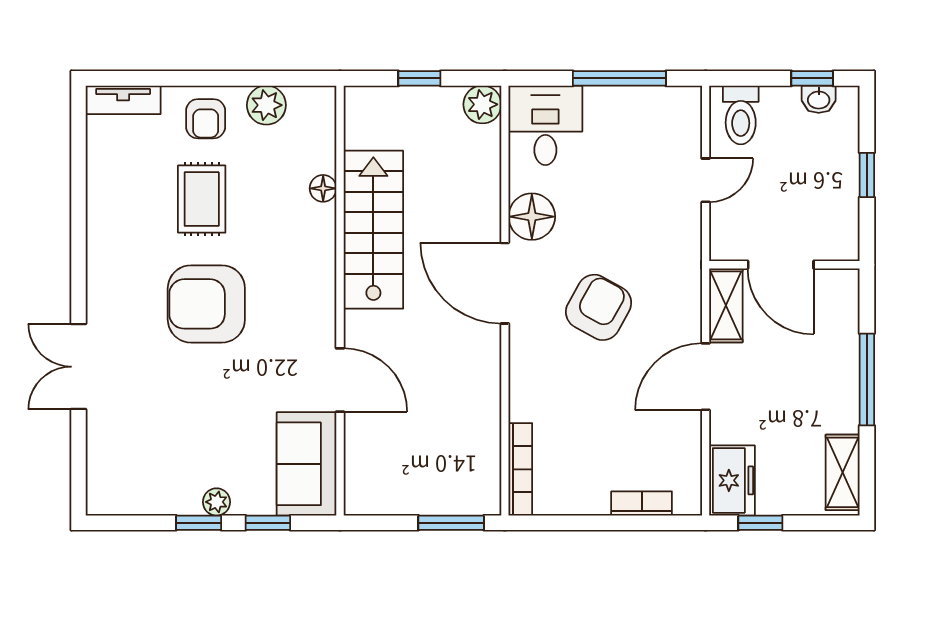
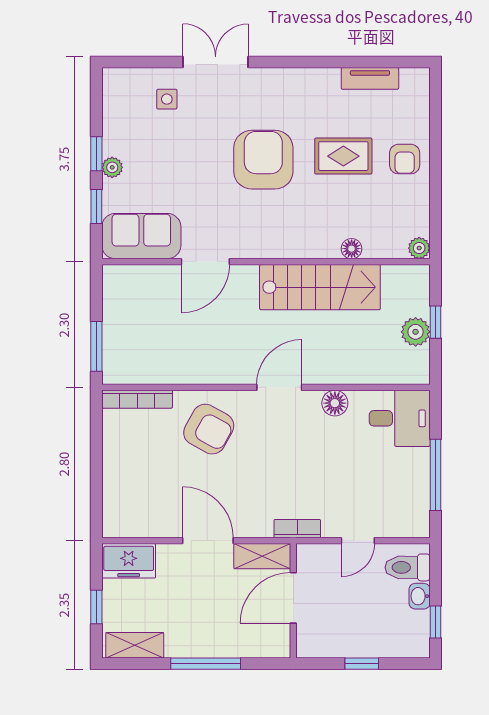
washbasin: (819, 99) -> (420, 596), moved
tv unit: (123, 100) -> (370, 78), moved, turned -90
plant: (482, 104) -> (416, 332), moved
plant: (266, 105) -> (419, 248), moved, width x0.73, depth x0.73
armchair: (206, 119) -> (405, 159), turned -90
door: (706, 180) -> (358, 541), hinge flipped
floor lamp: (532, 217) -> (335, 403), width x0.73, depth x0.73
door: (505, 283) -> (279, 387), width x0.73
armchair: (599, 307) -> (209, 429), moved
side table: (127, 430) -> (167, 99), added
bookcase: (642, 503) -> (297, 529), moved, turned -90
window: (760, 523) -> (96, 607), moved

